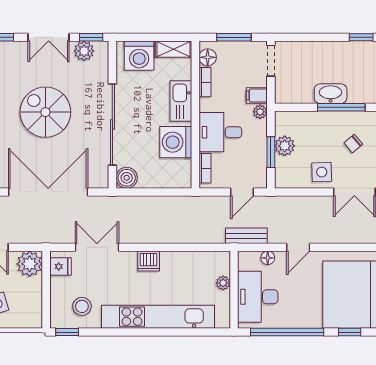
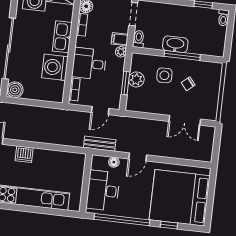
toilet: (281, 92) -> (139, 39), added
side table: (322, 172) -> (164, 75), moved
plant: (223, 283) -> (78, 177), removed

